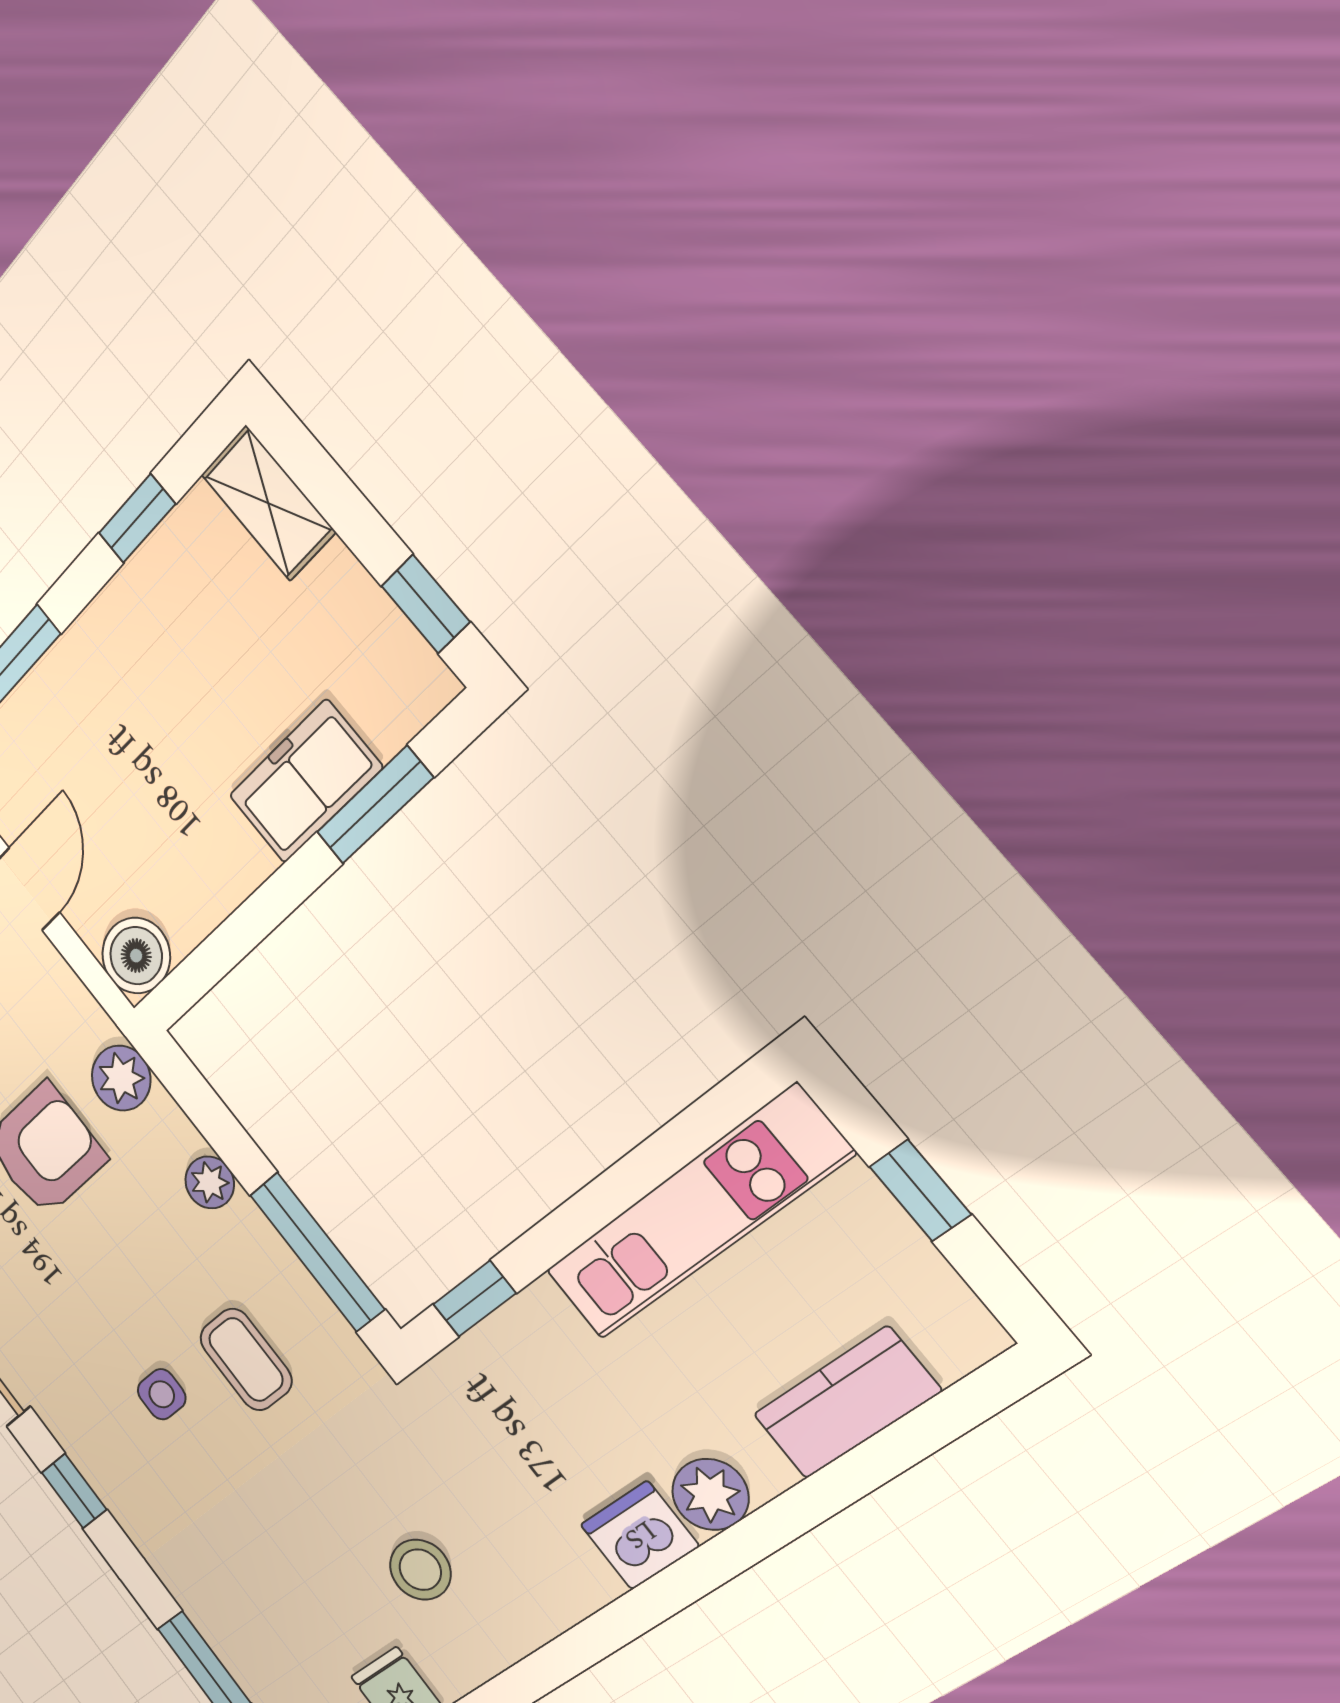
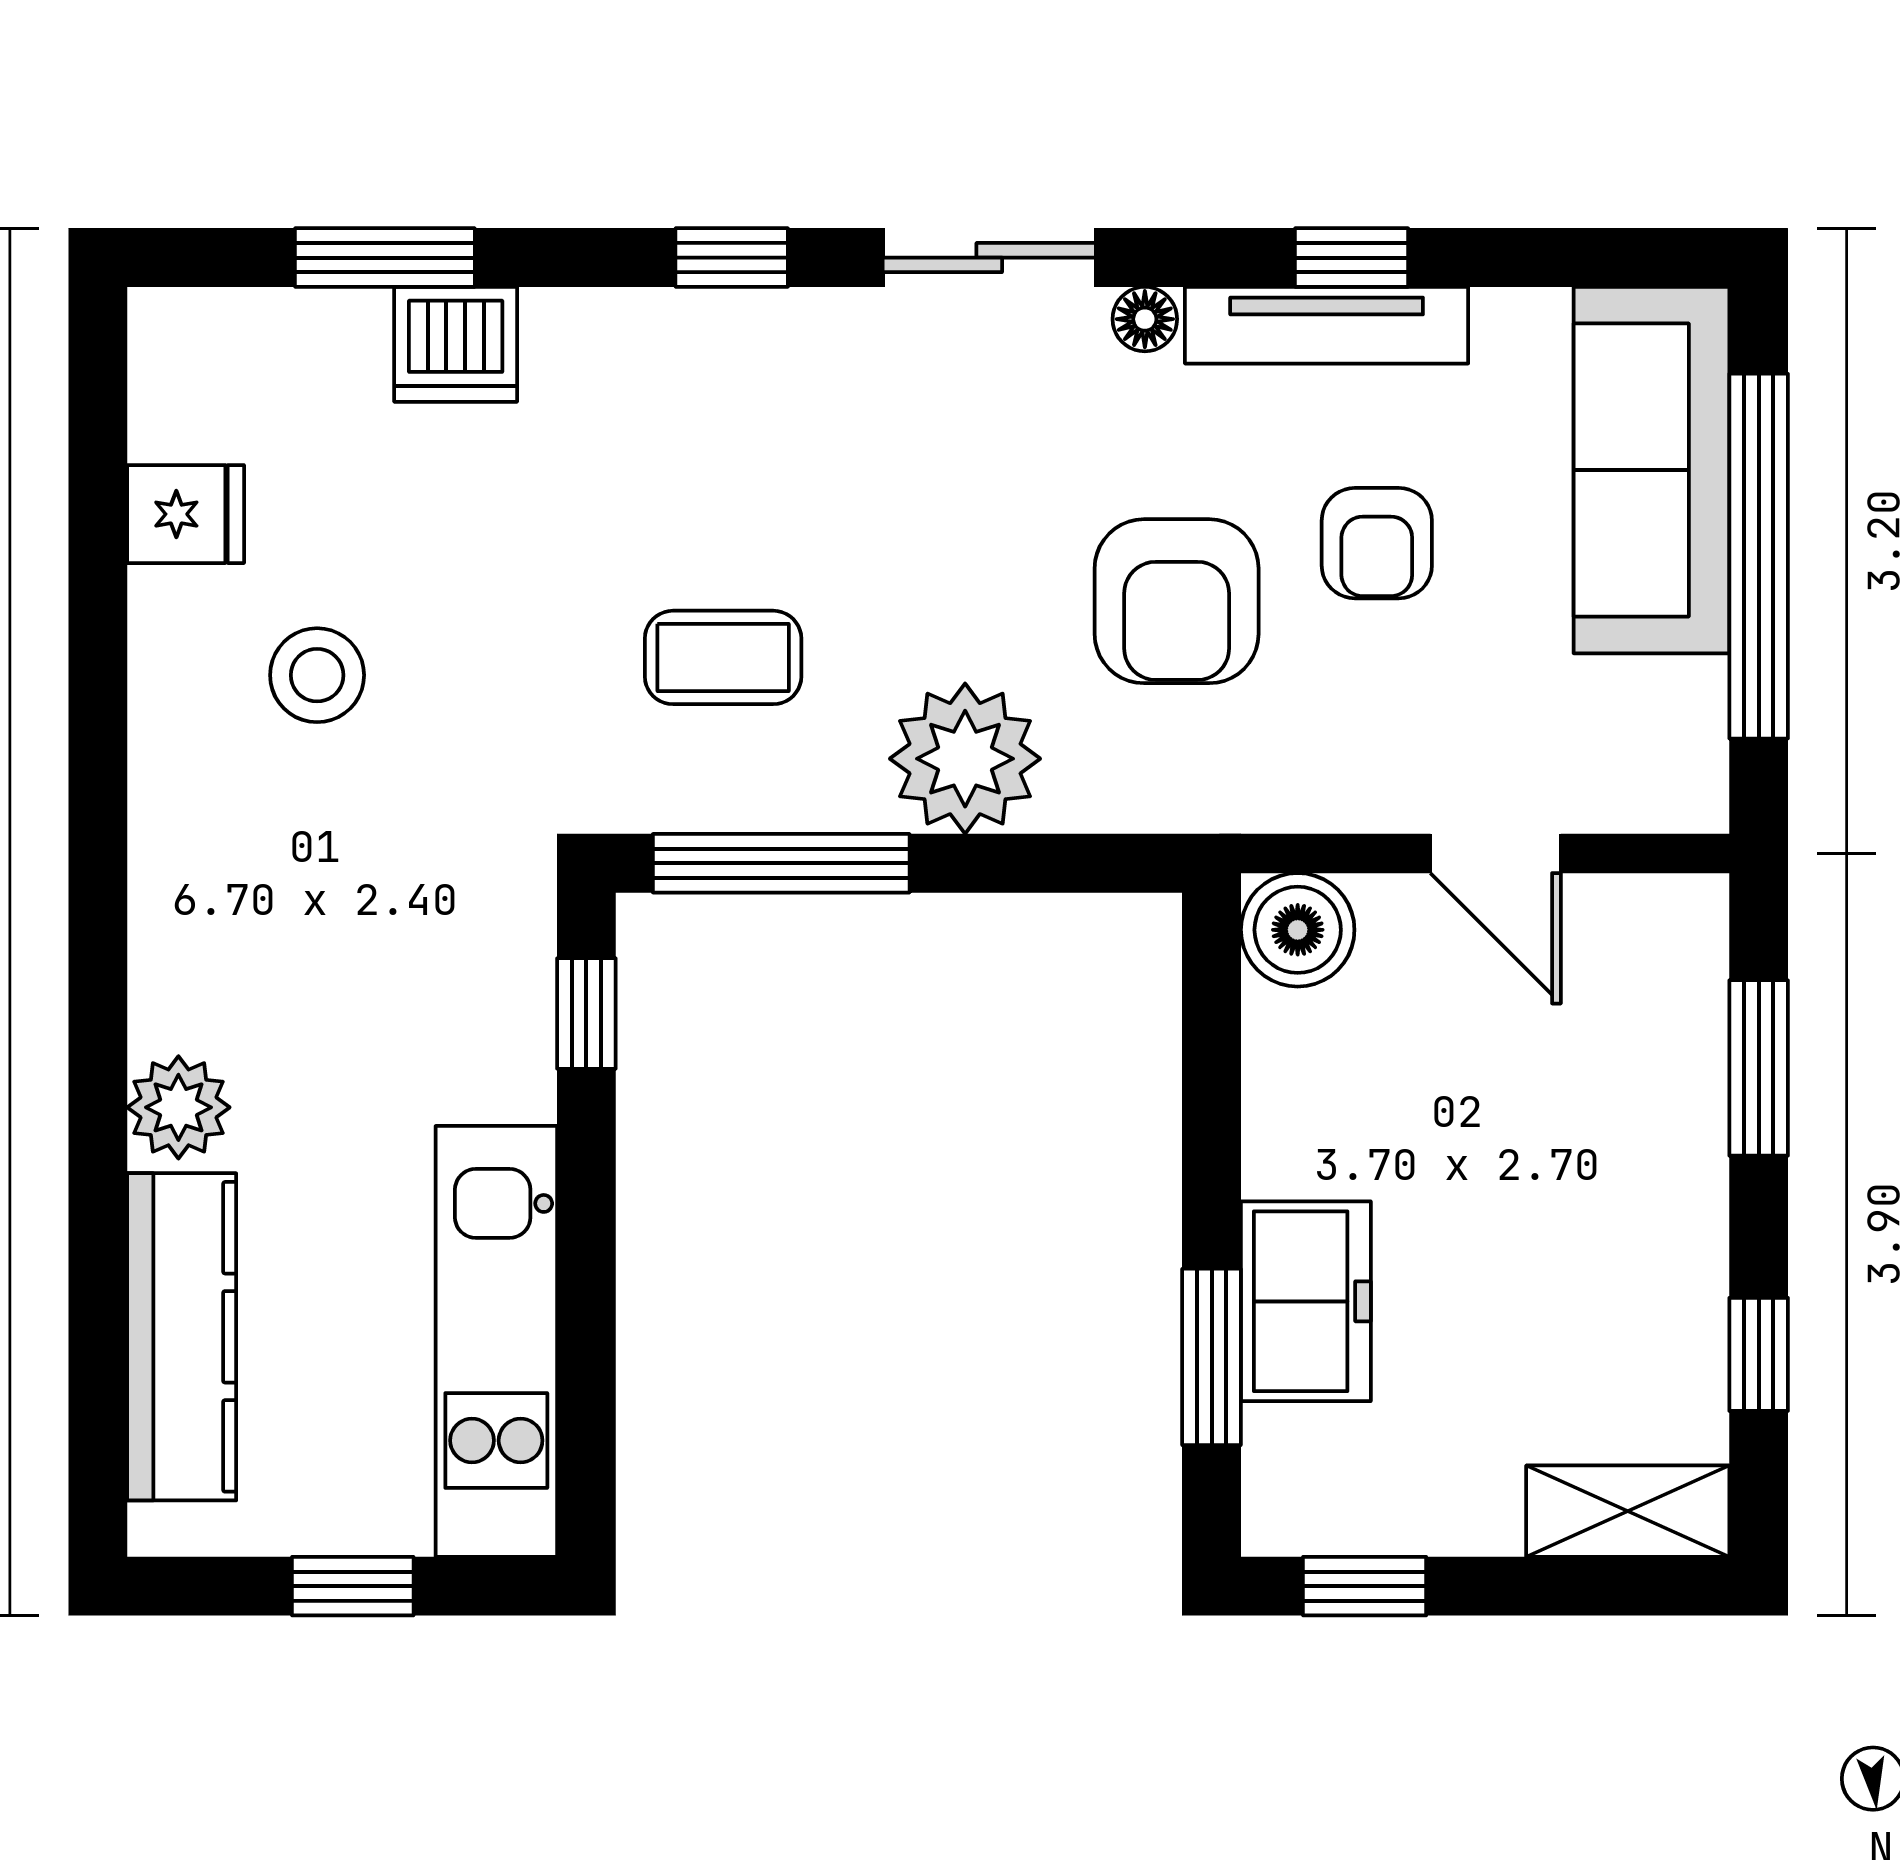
plant: (121, 1078) -> (1176, 784), removed
plant: (210, 1182) -> (965, 759), width x1.87, depth x1.87
side table: (162, 1394) -> (763, 500), removed
kitchen counter: (846, 1403) -> (182, 1337), width x1.50
dishwasher: (640, 1535) -> (456, 344), moved, turned 90

